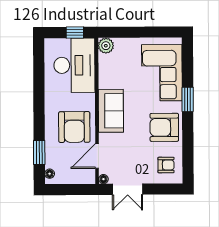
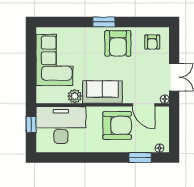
plant: (106, 46) -> (75, 96), moved
corner sofa: (162, 73) -> (54, 60), moved, turned -90
window: (188, 99) -> (104, 22), moved
armchair: (166, 165) -> (152, 42), turned 180

